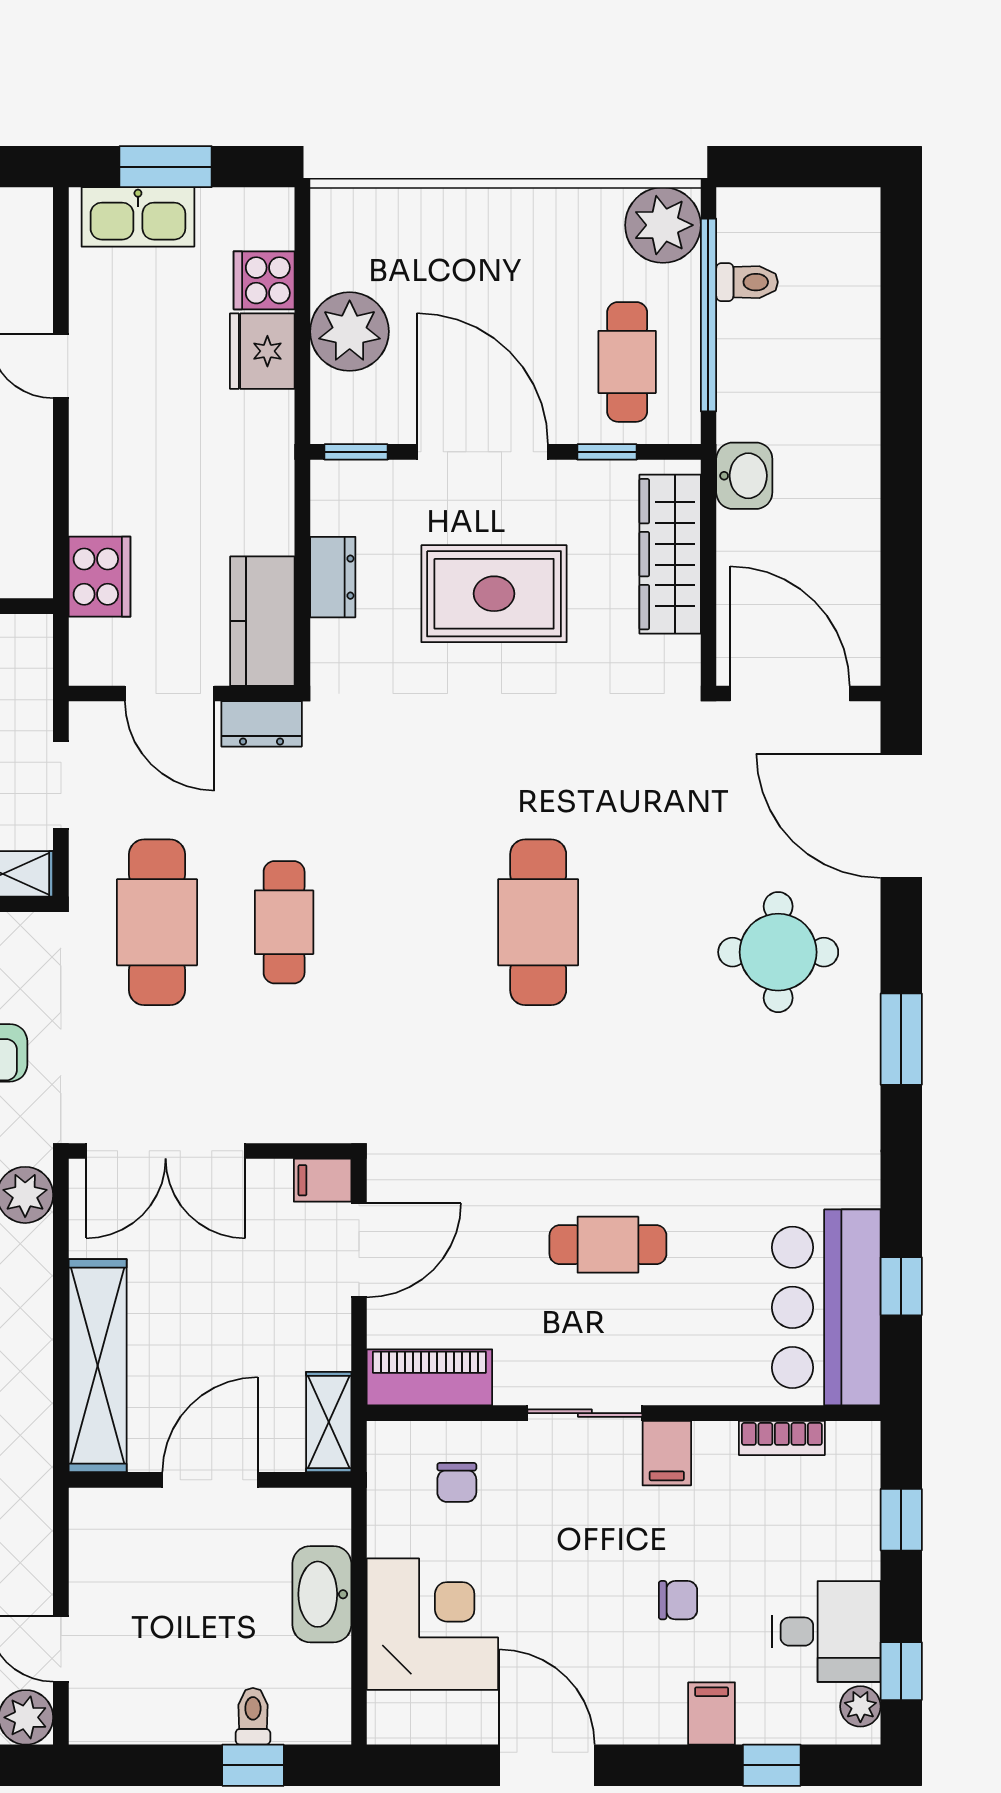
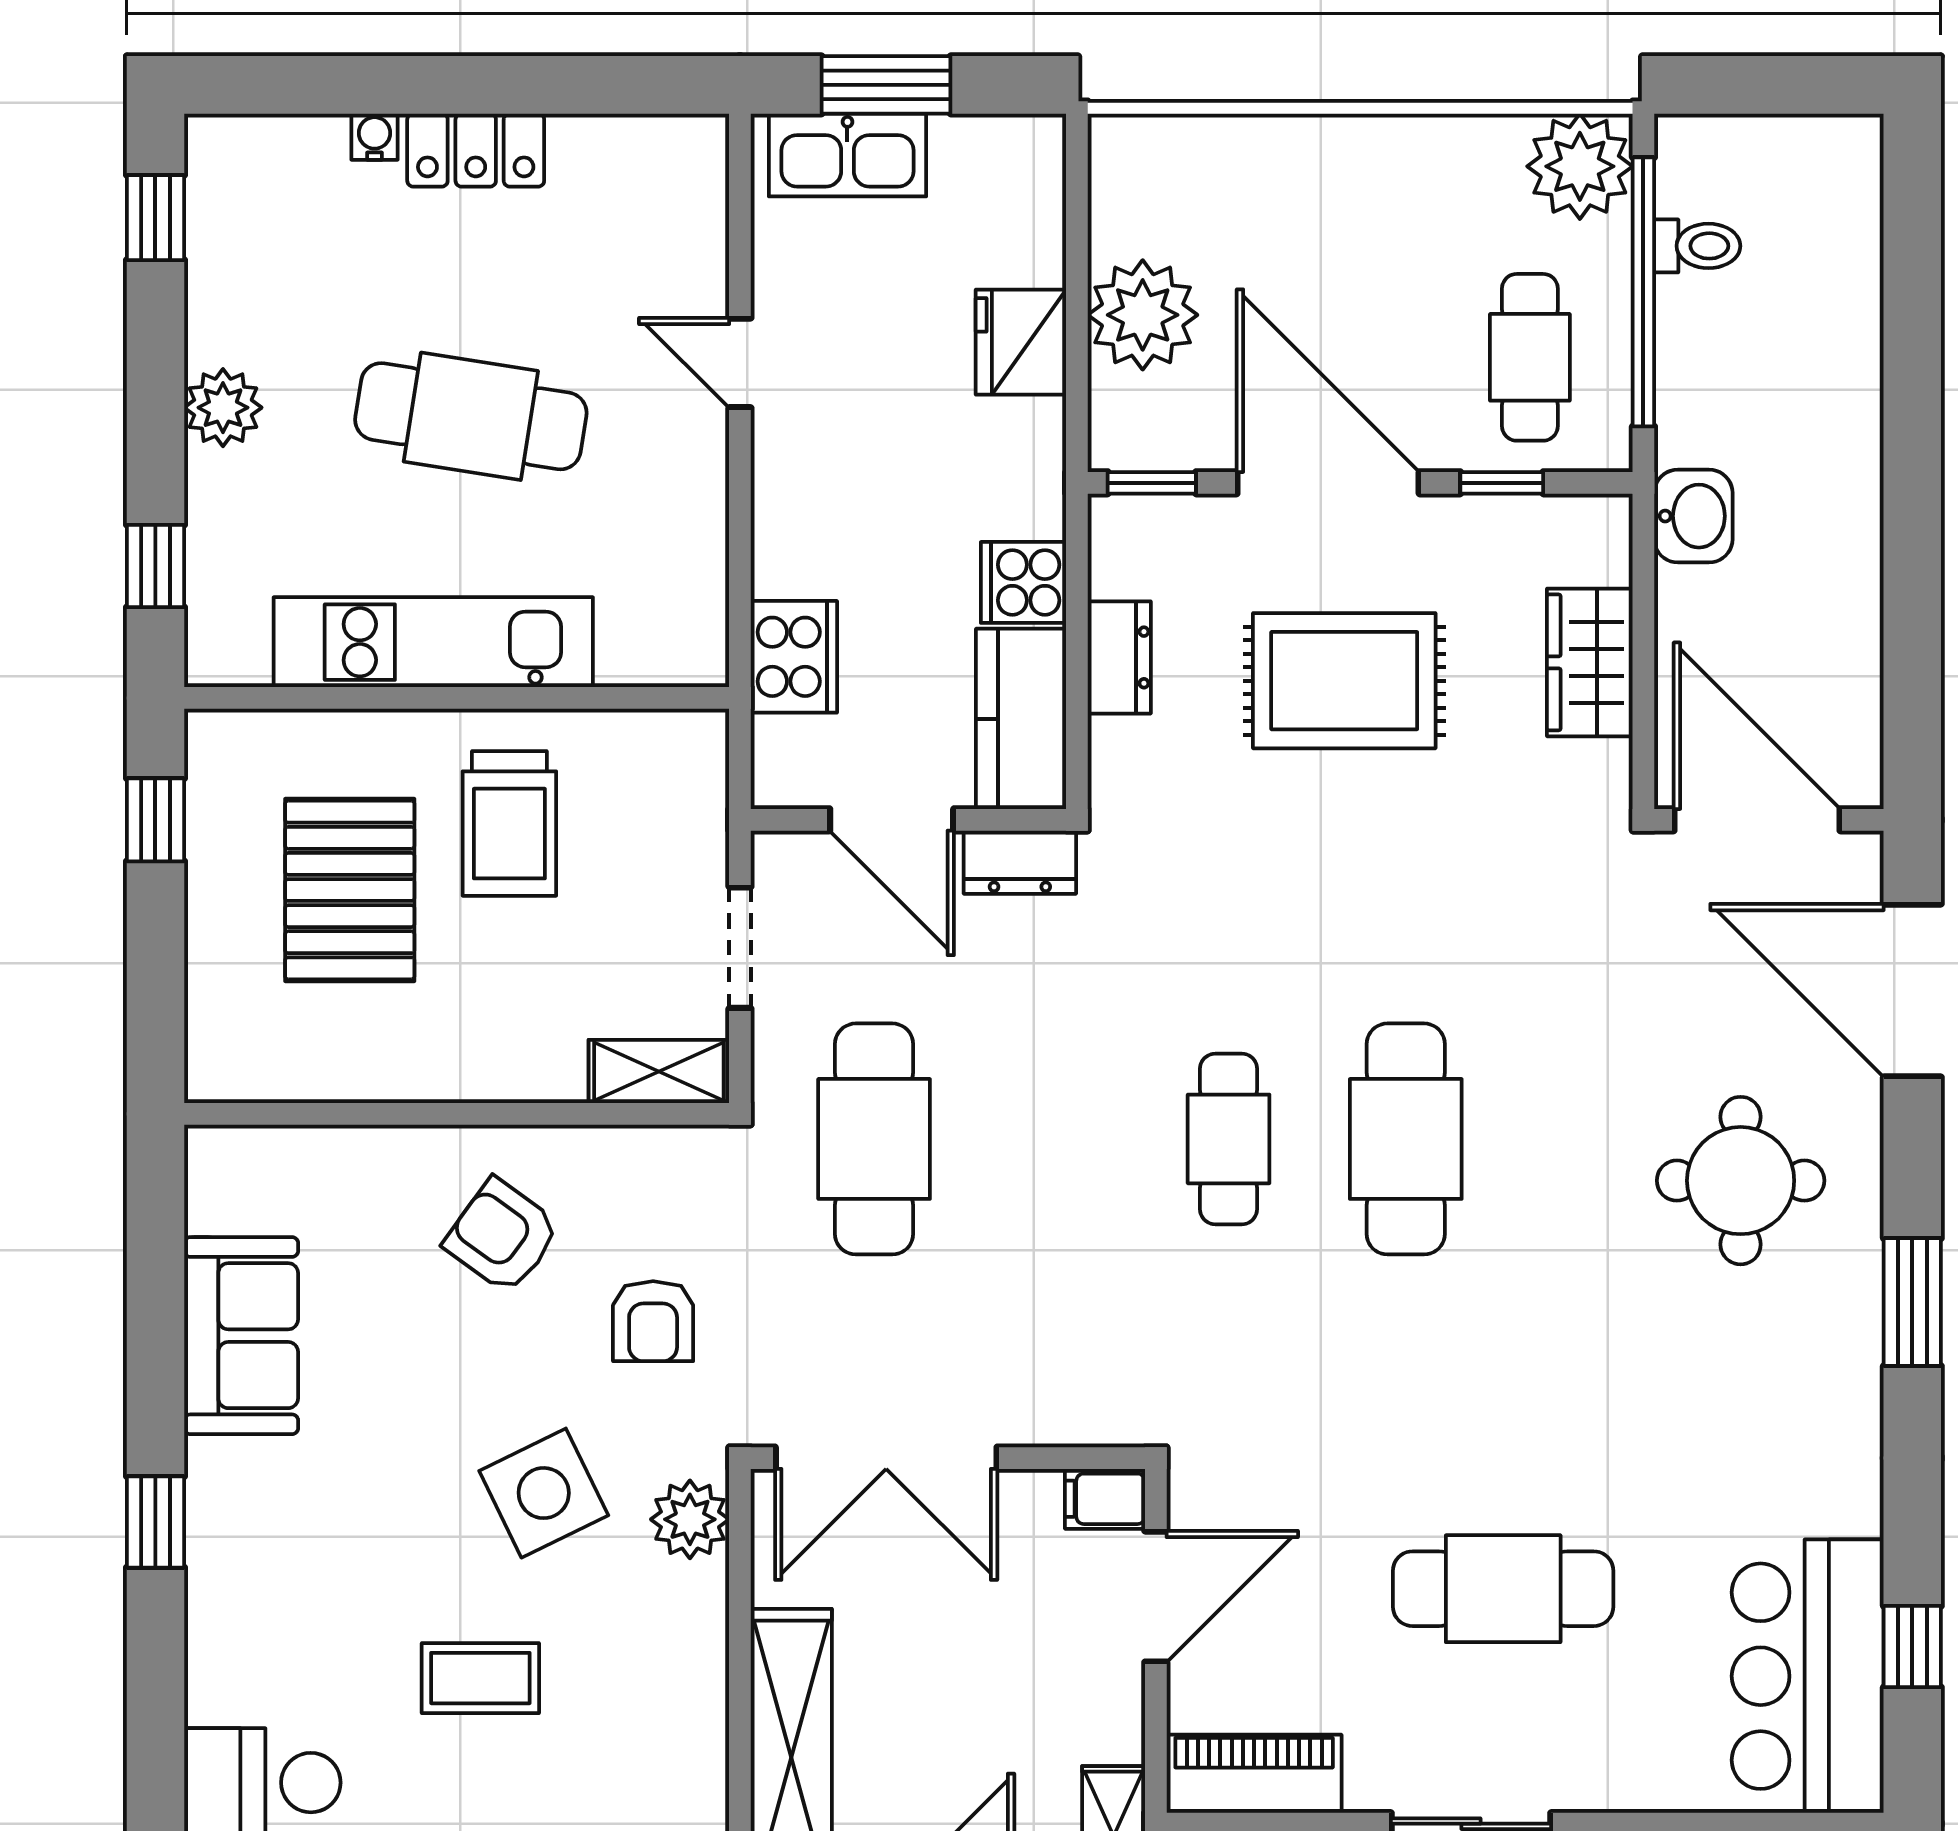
cooker: (264, 280) -> (1023, 582), moved
wardrobe: (670, 554) -> (1590, 662), width x0.67
cafe table: (284, 922) -> (1229, 1139), moved
cafe table: (608, 1245) -> (1503, 1589), width x1.37, depth x1.35

